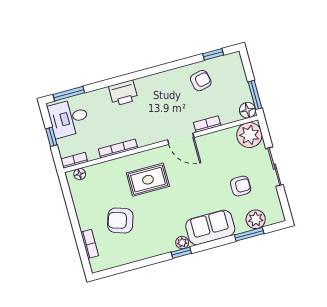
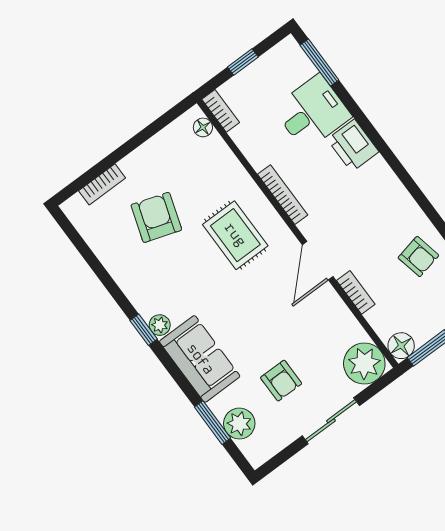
desk: (69, 118) -> (312, 112), moved, turned 90
bookcase: (118, 149) -> (283, 195), moved

